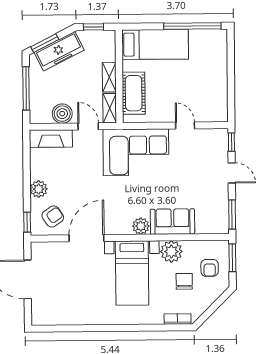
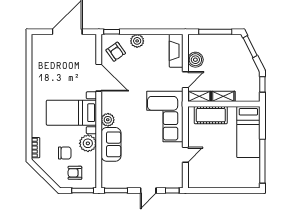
freezer: (59, 51) -> (244, 58), removed

